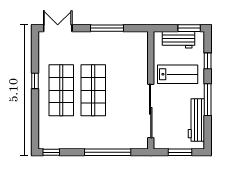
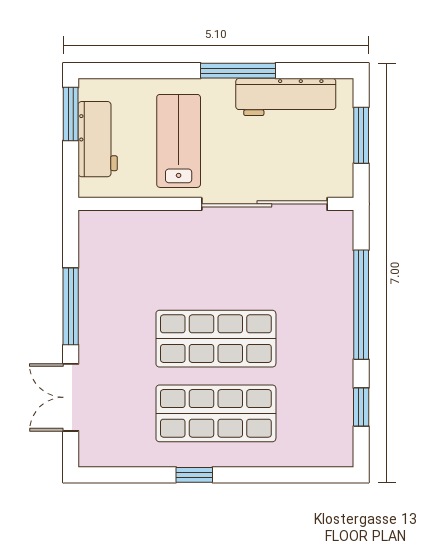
double door: (58, 28) -> (71, 397), moved
window: (208, 61) -> (147, 71), removed
window: (51, 152) -> (361, 407), moved

